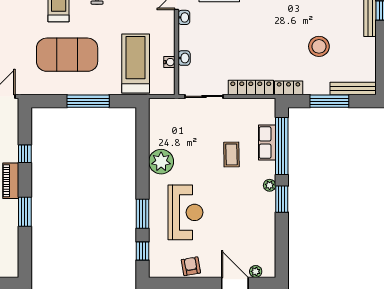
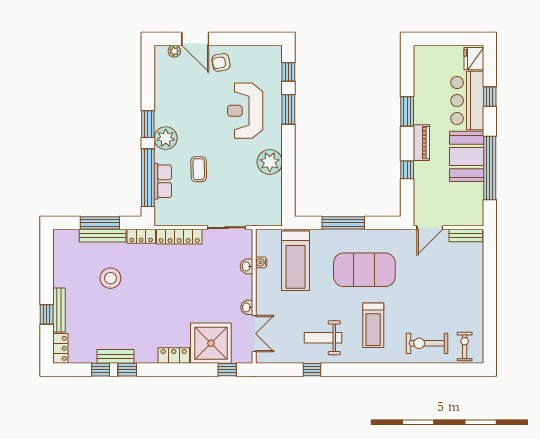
bench: (353, 88) -> (103, 236), moved
plant: (270, 185) -> (166, 138), width x1.87, depth x1.87
armchair: (191, 266) -> (221, 62), moved, turned 90

